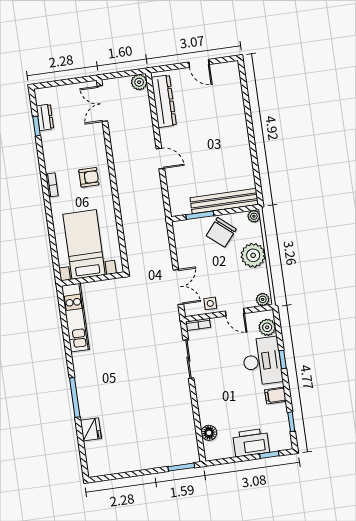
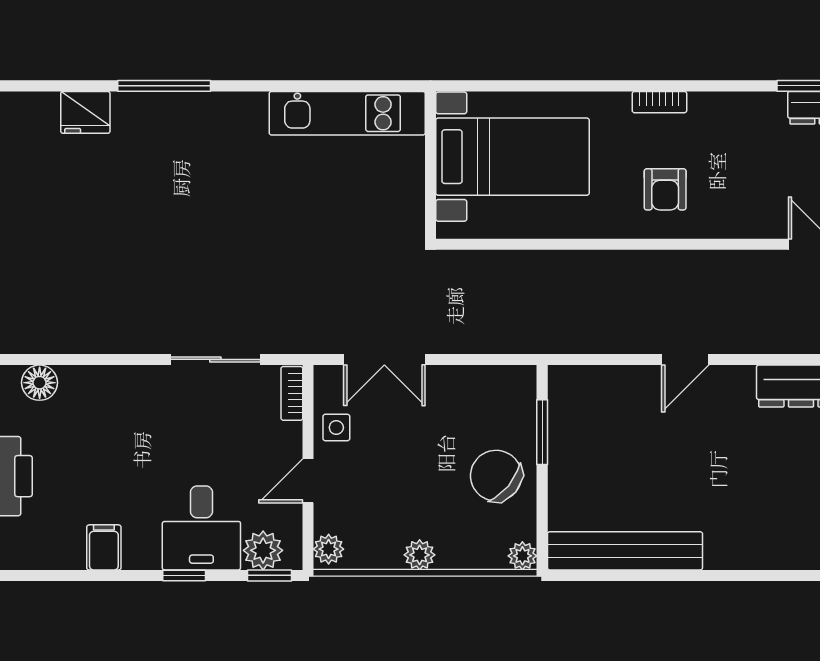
bench: (224, 201) -> (625, 551), moved, turned 90
plant: (253, 255) -> (420, 555), width x0.53, depth x0.53
desk: (262, 361) -> (201, 528), width x0.73
window: (291, 422) -> (270, 575), moved

